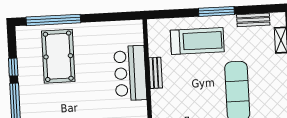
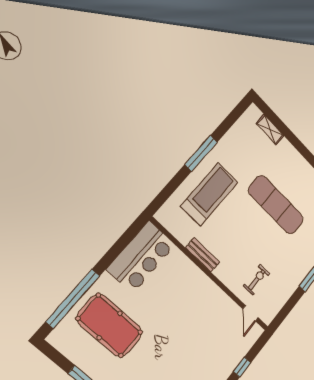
bench: (253, 20) -> (235, 133), removed
bar counter: (130, 73) -> (141, 257), moved, turned -90

